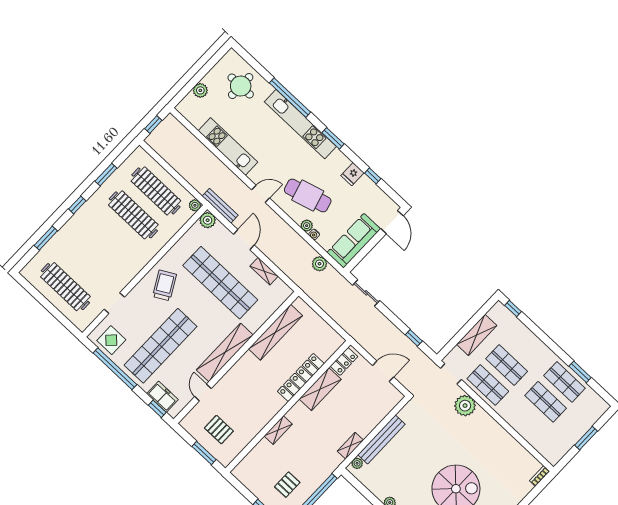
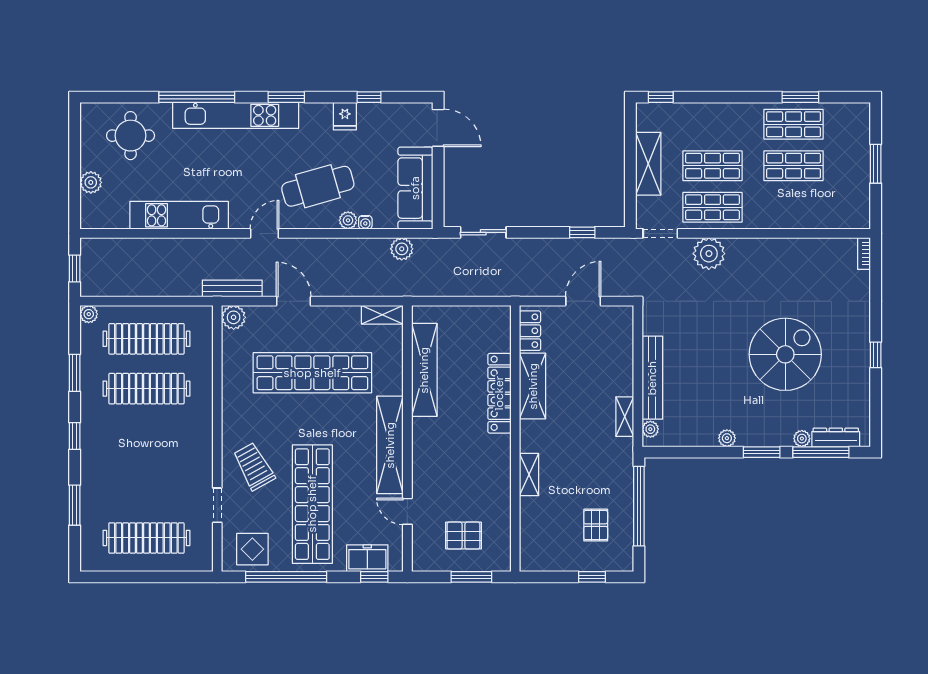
plant: (195, 205) -> (89, 314), moved
shelving: (264, 271) -> (382, 315), moved
trolley: (165, 285) -> (254, 466), moved

